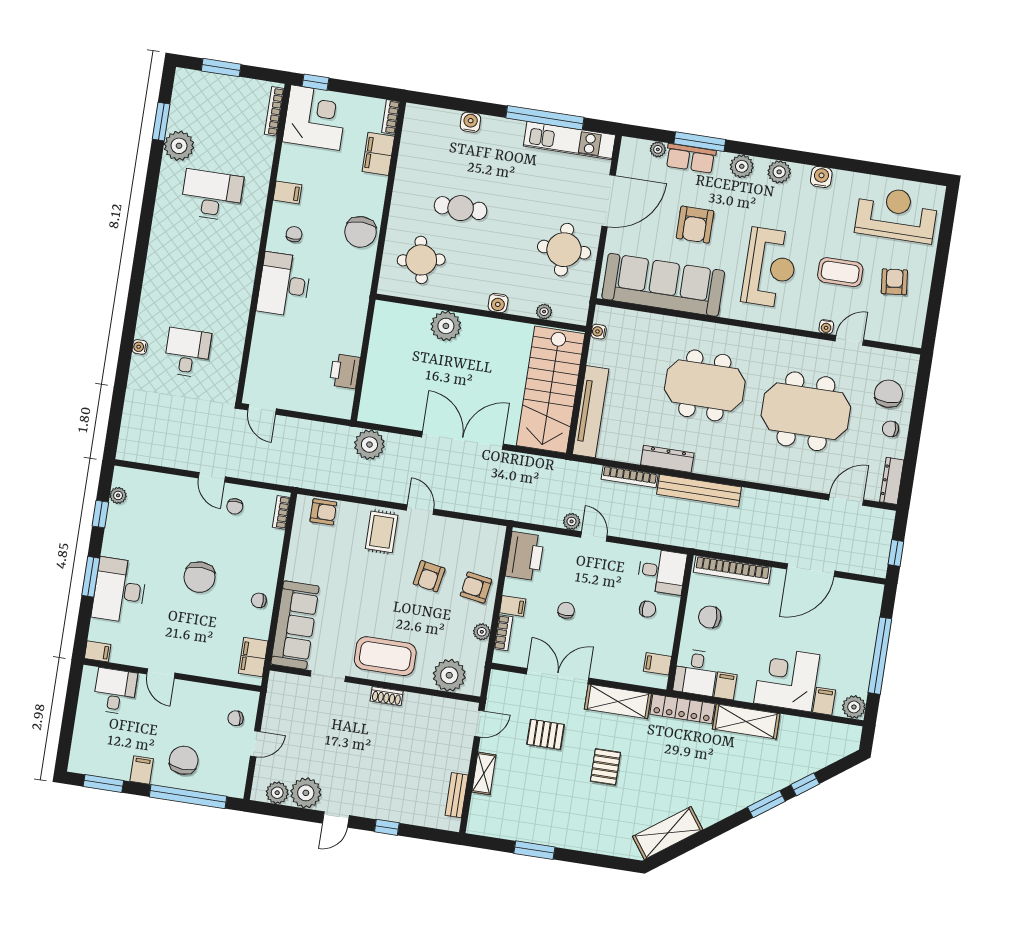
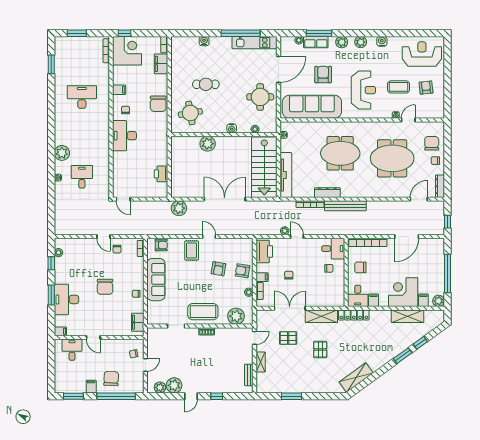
plant: (179, 146) -> (62, 153), moved
armchair: (695, 225) -> (323, 75), turned 180
sofa: (295, 625) -> (156, 280), moved
filing cabinet: (658, 664) -> (338, 295), removed
shelving: (746, 721) -> (408, 316), moved

